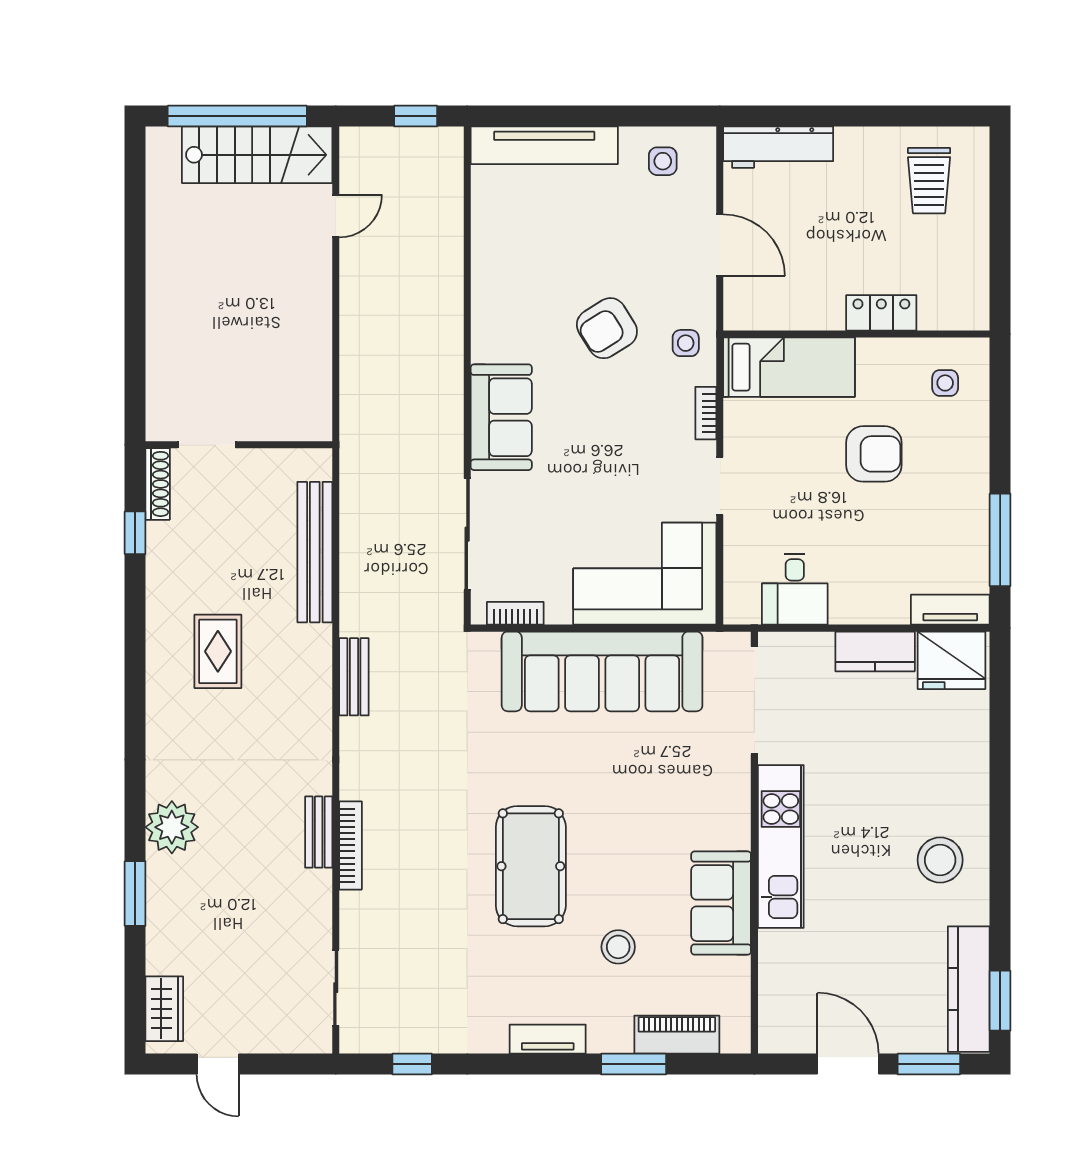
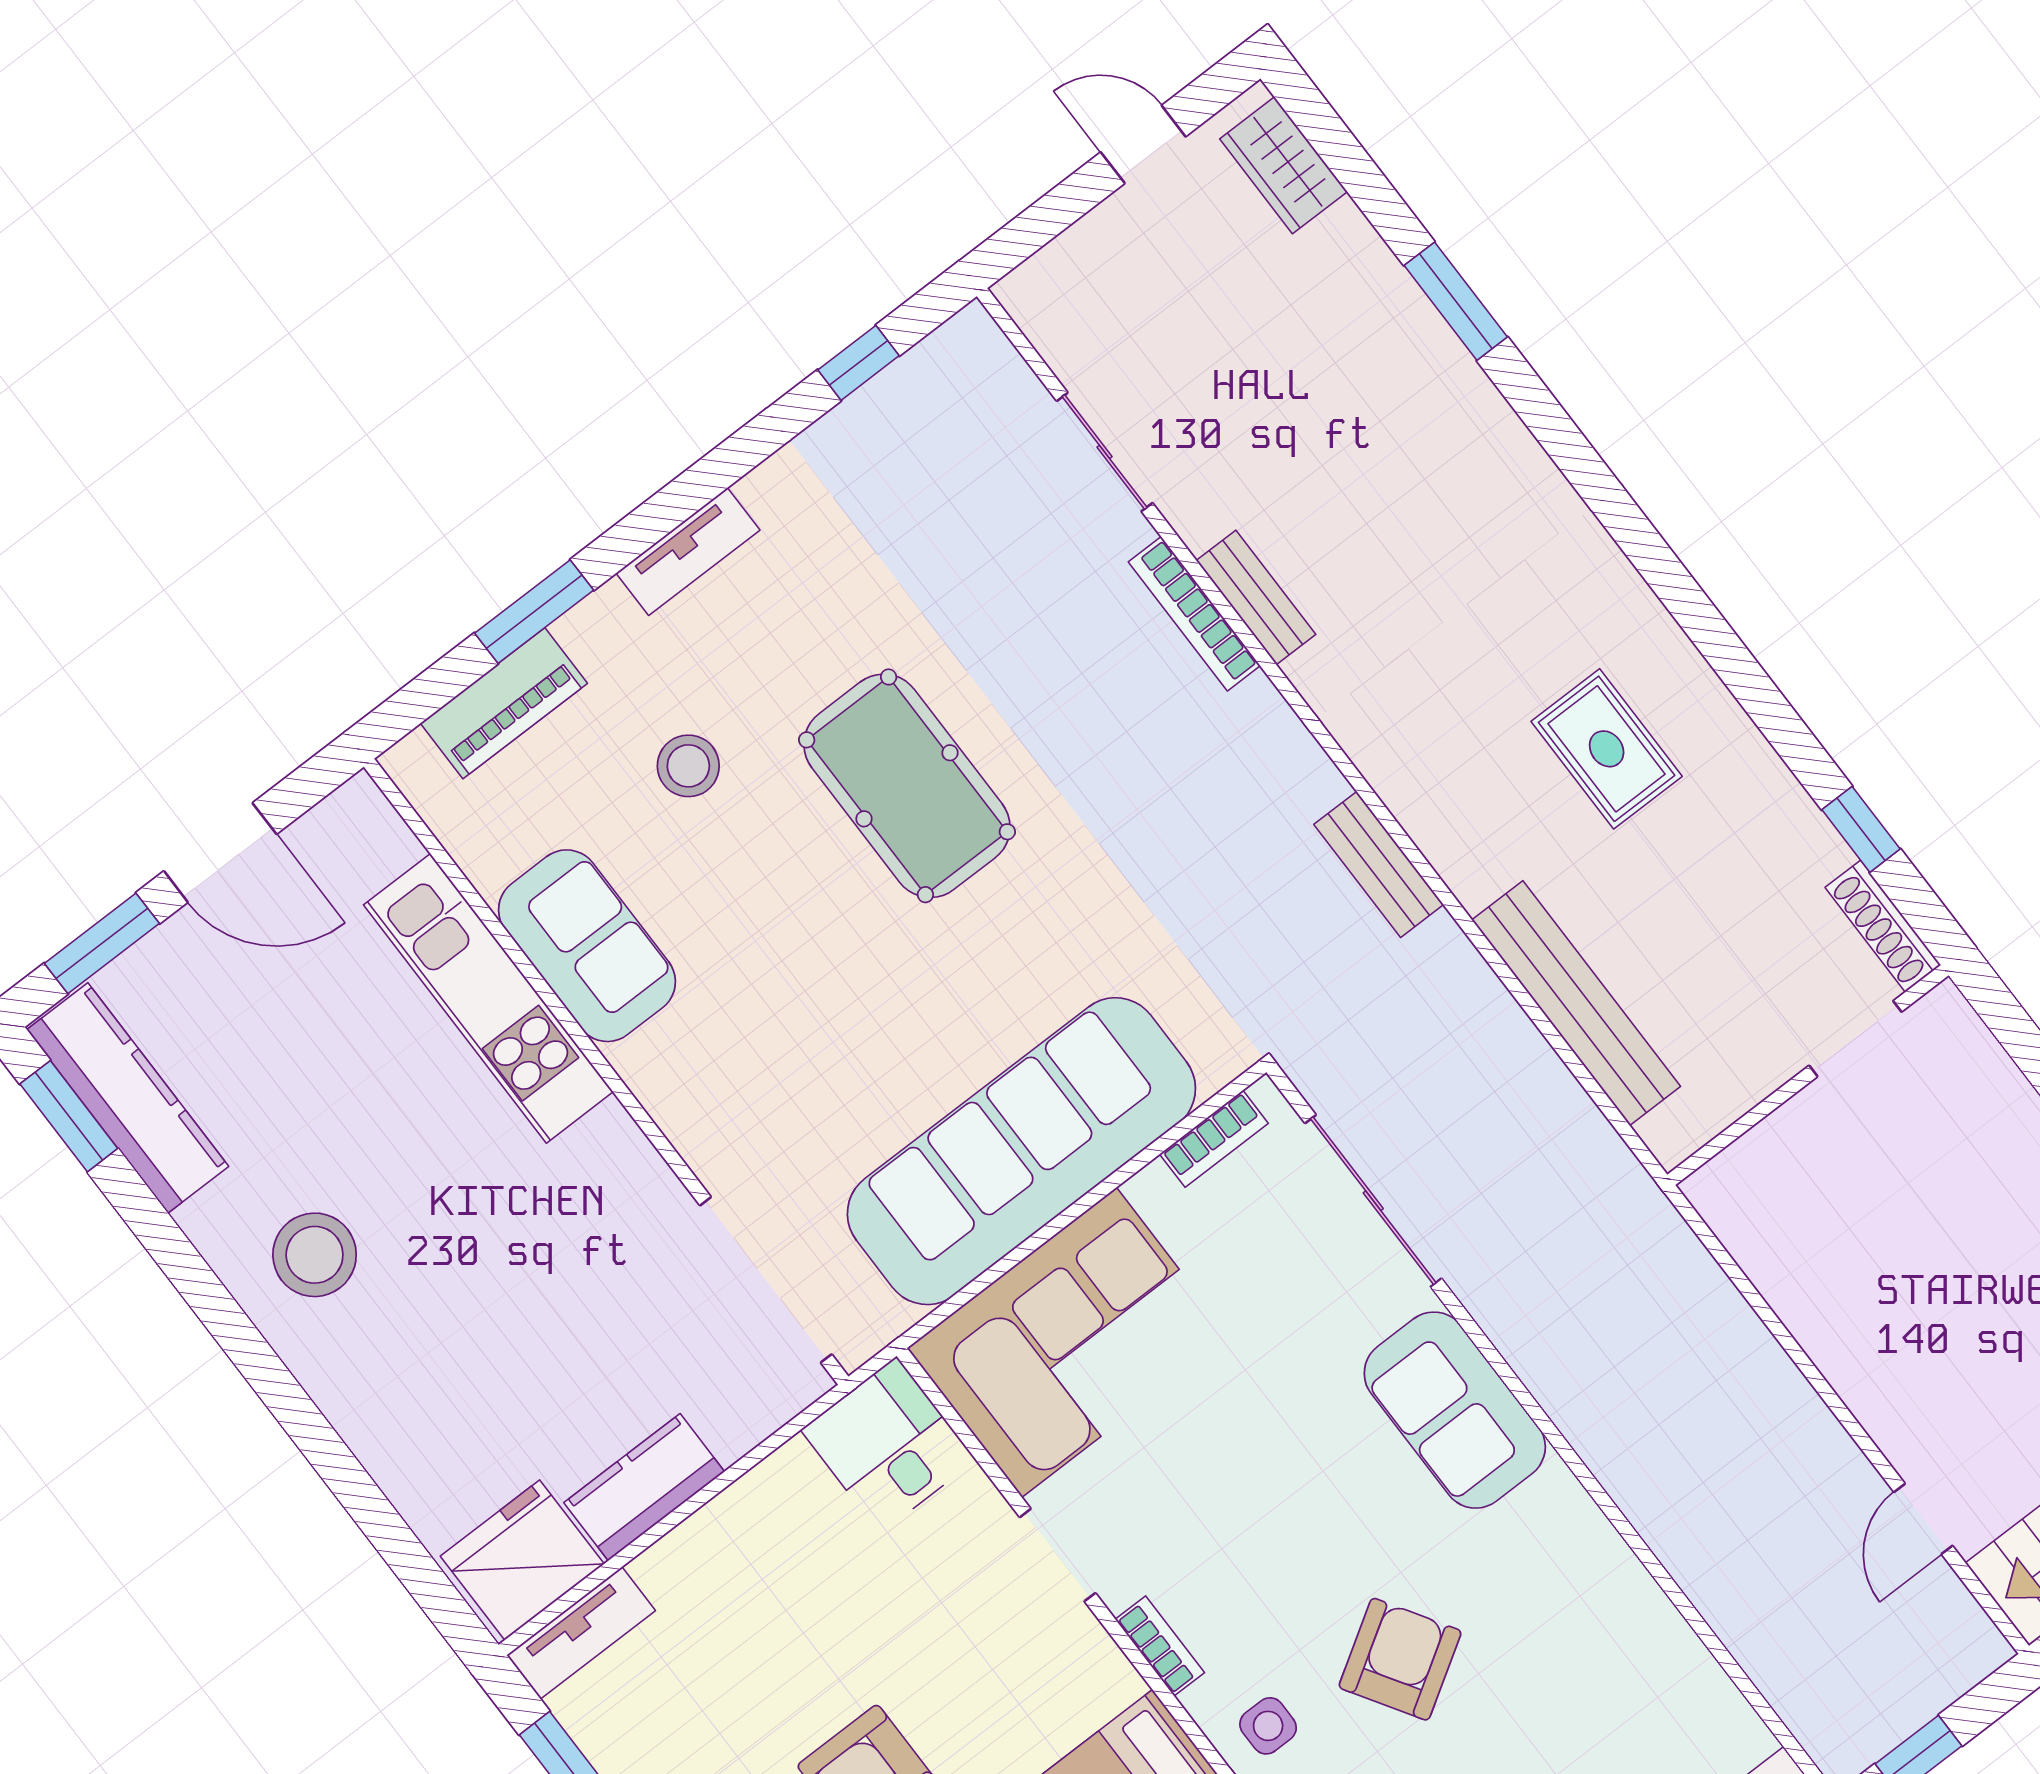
desk: (795, 589) -> (888, 1445), moved
plant: (172, 827) -> (1476, 440), removed
kitchen unit: (781, 846) -> (488, 998), moved
sliding door: (336, 988) -> (1105, 452), moved

